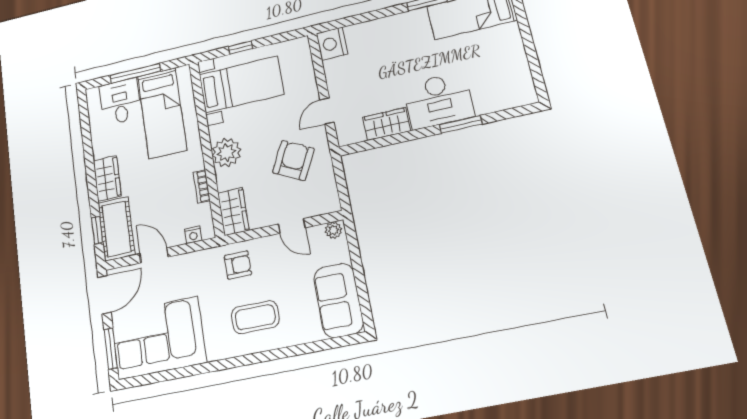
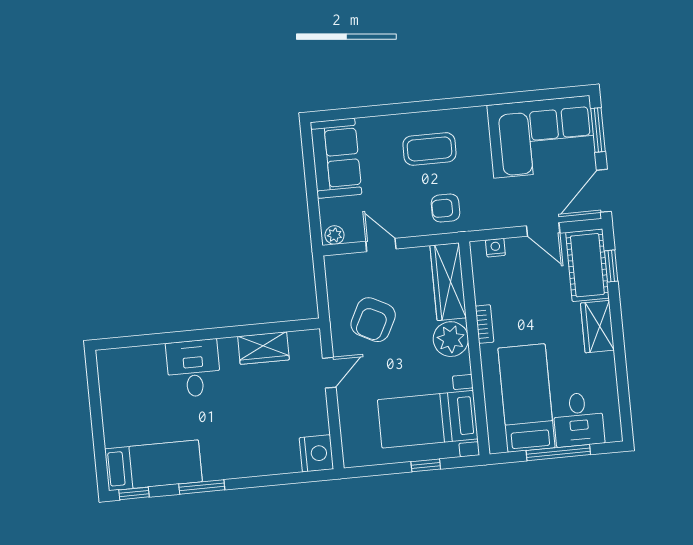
desk: (438, 100) -> (193, 368), width x0.73
window: (461, 124) -> (182, 337), removed
bookcase: (202, 186) -> (485, 324), moved
wardrobe: (233, 212) -> (448, 282), width x1.50

